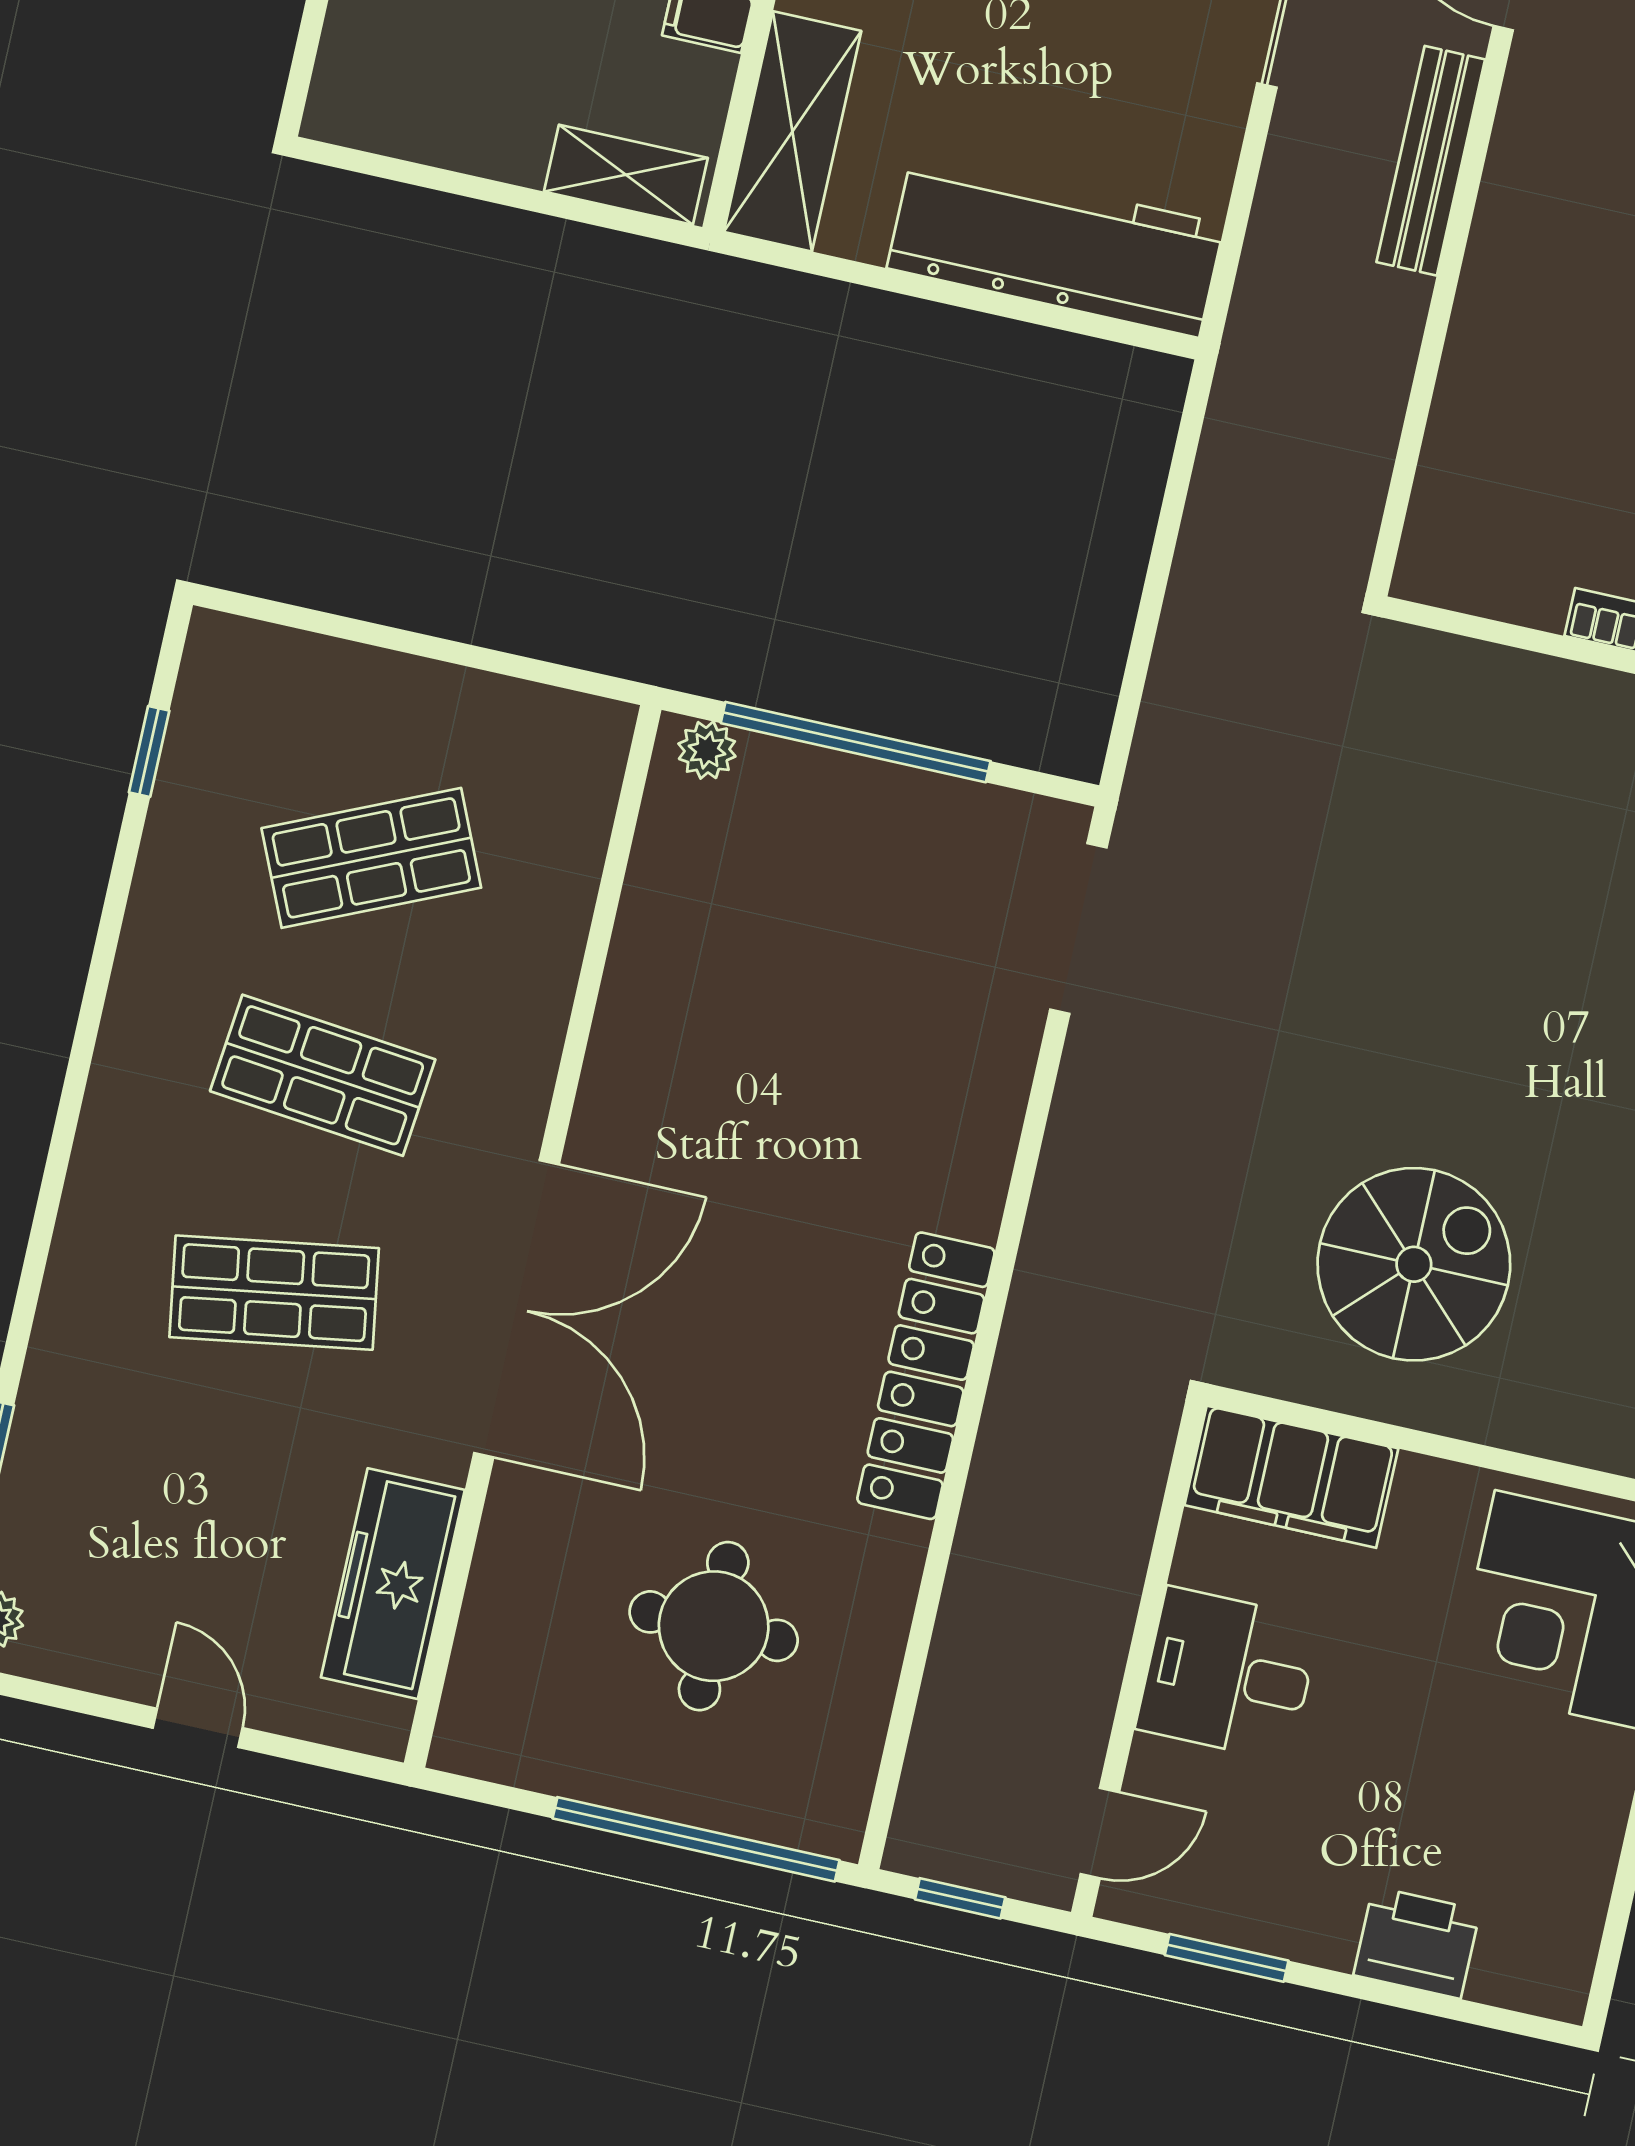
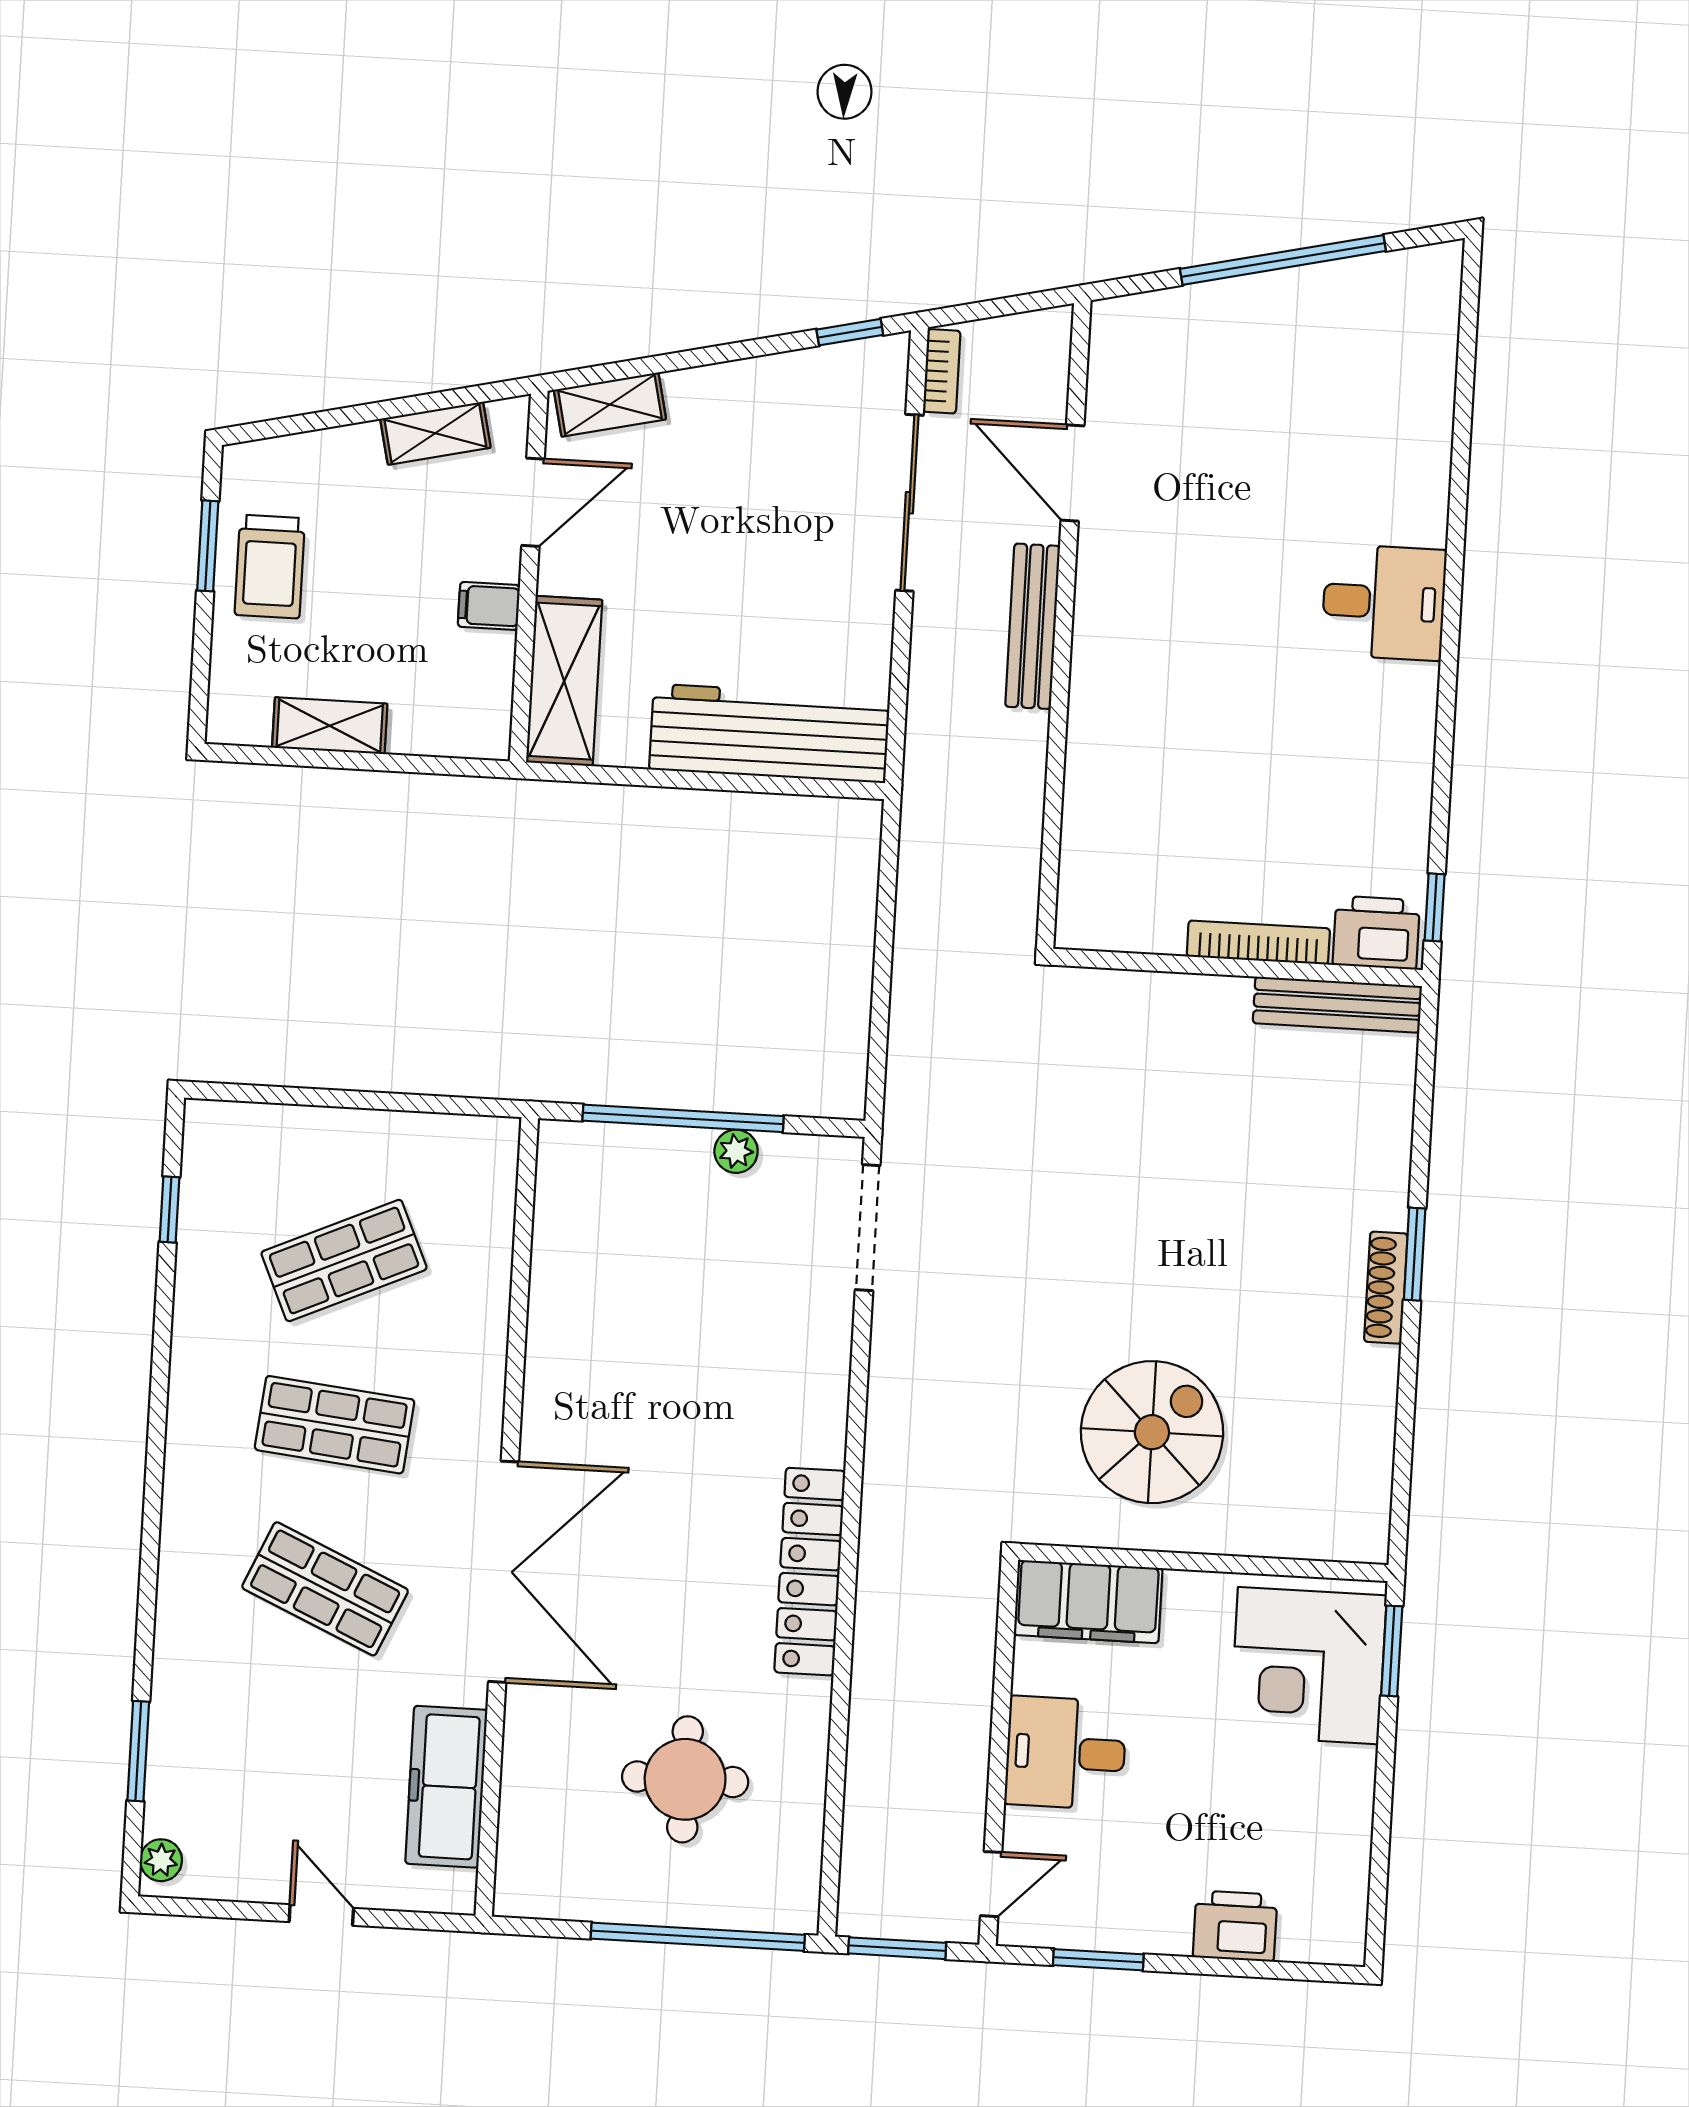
shelving: (626, 175) -> (330, 726), moved
plant: (707, 750) -> (736, 1151), moved
shop shelf: (274, 1293) -> (325, 1589), turned 33
window: (960, 1898) -> (897, 1948), width x1.50

